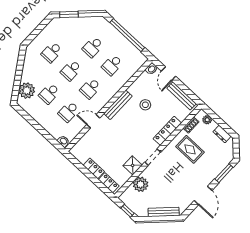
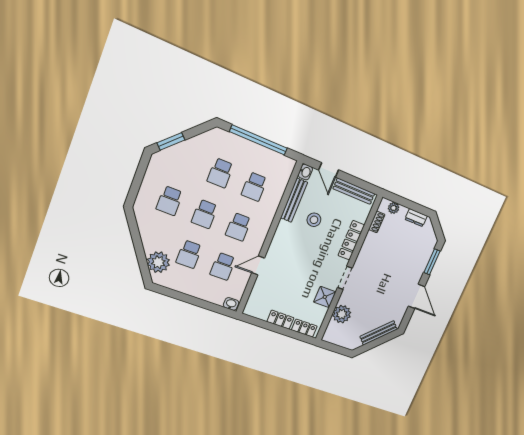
bench: (118, 105) -> (294, 200), moved
rug: (190, 149) -> (385, 251), removed
window: (127, 211) -> (337, 349), removed

